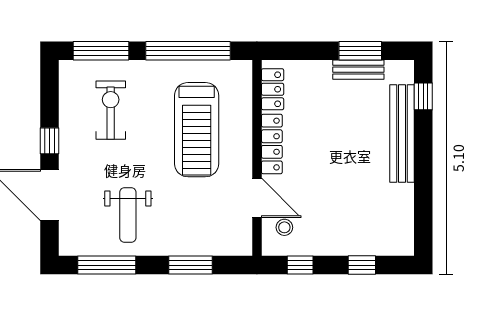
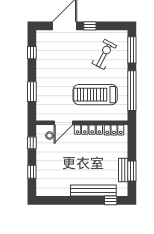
exercise bike: (111, 110) -> (104, 54), turned -62
weight bench: (128, 215) -> (55, 62), removed
window: (107, 265) -> (32, 53), width x0.46

